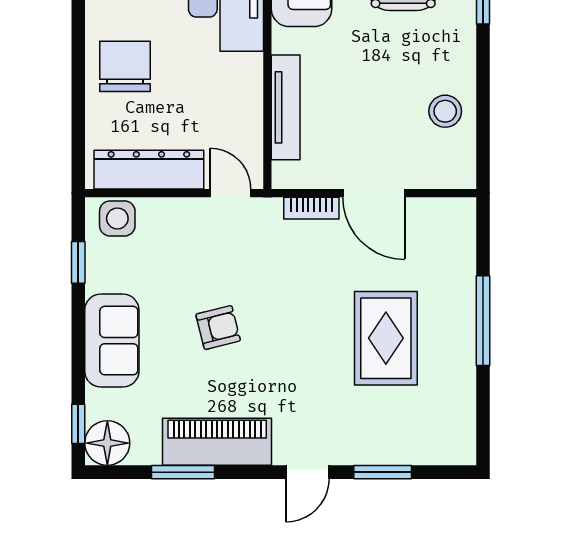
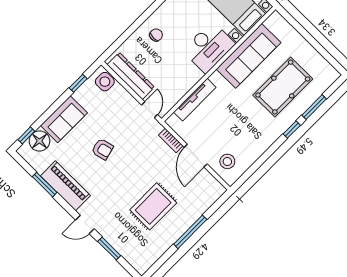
chair: (125, 66) -> (156, 35), width x0.54, depth x0.54
stool: (445, 111) -> (227, 161), moved
floor lamp: (107, 443) -> (39, 141), moved

